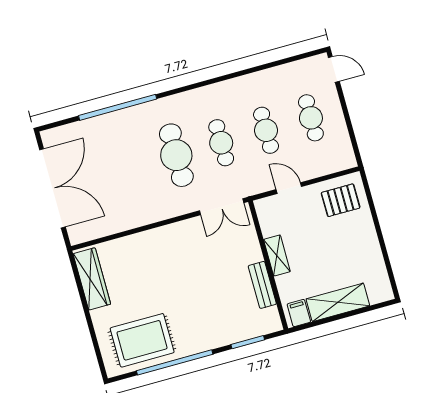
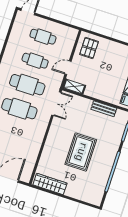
cafe table: (221, 143) -> (27, 85), width x1.37, depth x1.35
shelving: (277, 256) -> (74, 87), moved
rug: (142, 340) -> (81, 152), moved

